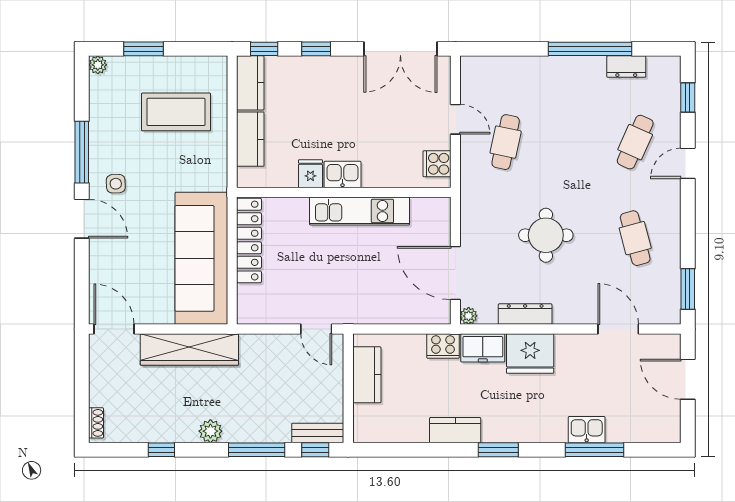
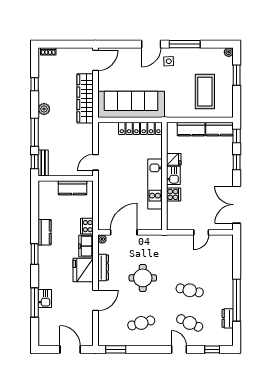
cafe table: (506, 142) -> (190, 290), moved
cooker: (437, 164) -> (174, 194), moved, turned 90
door: (618, 329) -> (95, 300), moved
door: (688, 379) -> (70, 349), hinge flipped

